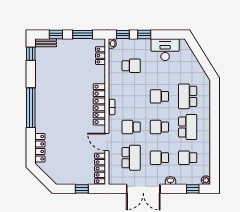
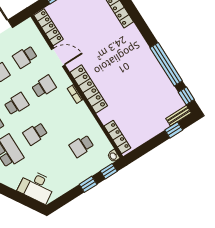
window: (83, 34) -> (148, 146), removed
desk: (165, 50) -> (37, 186), moved, turned 58
locker: (101, 56) -> (117, 137), width x1.53
school desk: (159, 96) -> (35, 134), turned 180
window: (31, 108) -> (166, 64), moved
school desk: (131, 158) -> (25, 57), width x0.54

